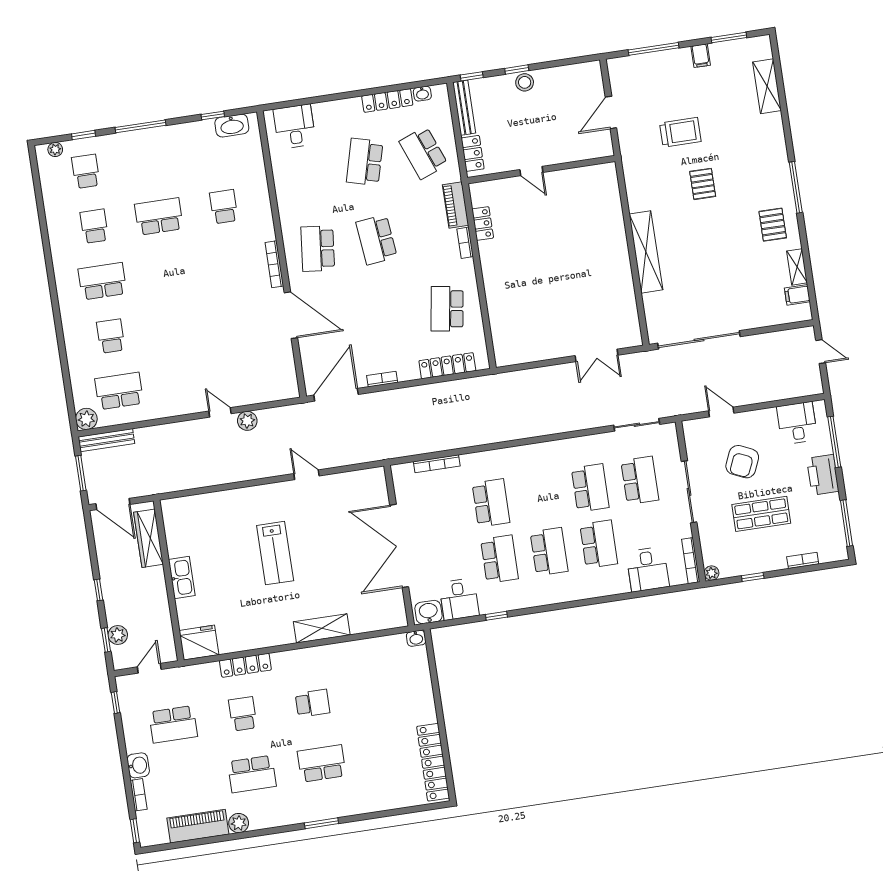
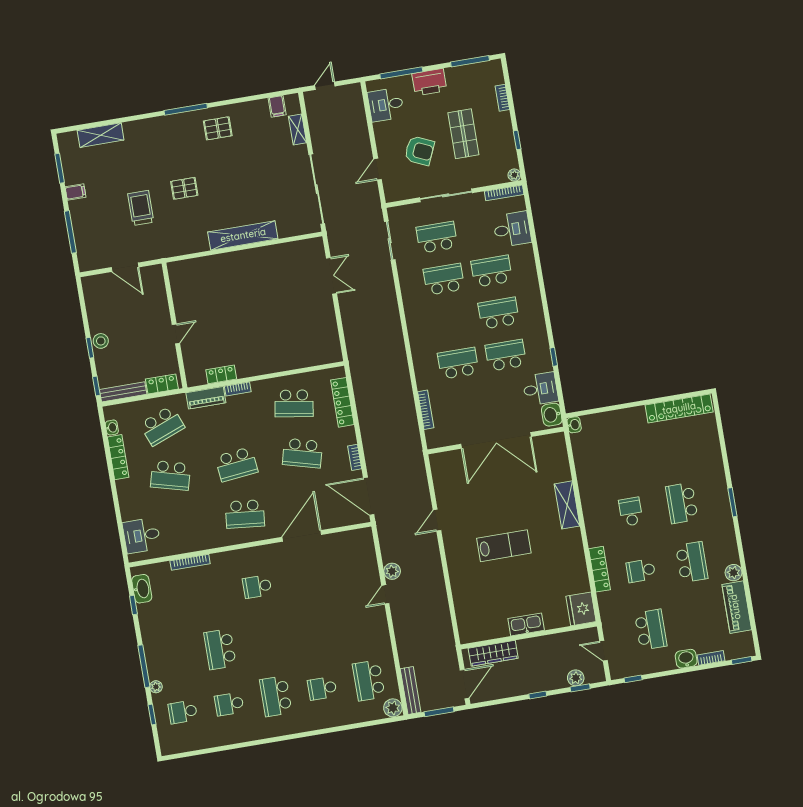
plant: (55, 149) -> (156, 687), moved
school desk: (224, 207) -> (257, 587), moved
bookcase: (274, 264) -> (190, 562), moved
shelving: (797, 267) -> (298, 129), moved, turned 90
school desk: (388, 318) -> (302, 453), added

